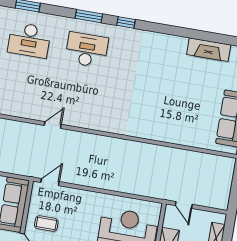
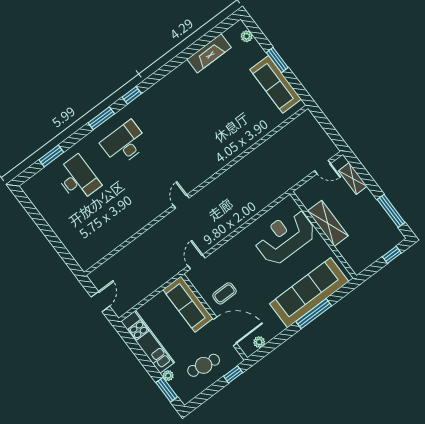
desk: (29, 40) -> (78, 179), turned -90
door: (53, 125) -> (181, 202), moved
door: (184, 205) -> (323, 167), moved

